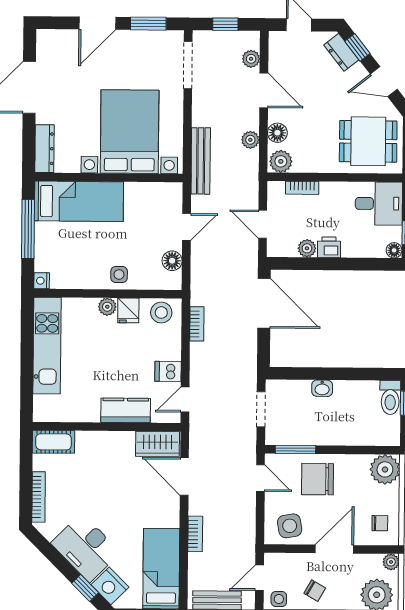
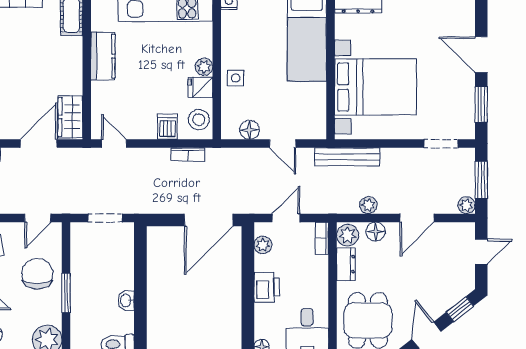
window: (225, 24) -> (481, 180), width x1.50
dresser: (341, 52) -> (346, 264), moved, turned 128
plant: (251, 59) -> (466, 205), moved
doorway: (188, 65) -> (441, 144), width x0.73
bookcase: (302, 188) -> (322, 238), moved
printer: (329, 247) -> (267, 287), width x1.36, depth x1.24
plant: (307, 248) -> (263, 245), moved
dishwasher: (168, 371) -> (167, 127), moved
washbasin: (322, 388) -> (126, 300), moved
kitchen counter: (126, 410) -> (103, 56), moved
window: (295, 449) -> (66, 293), moved

